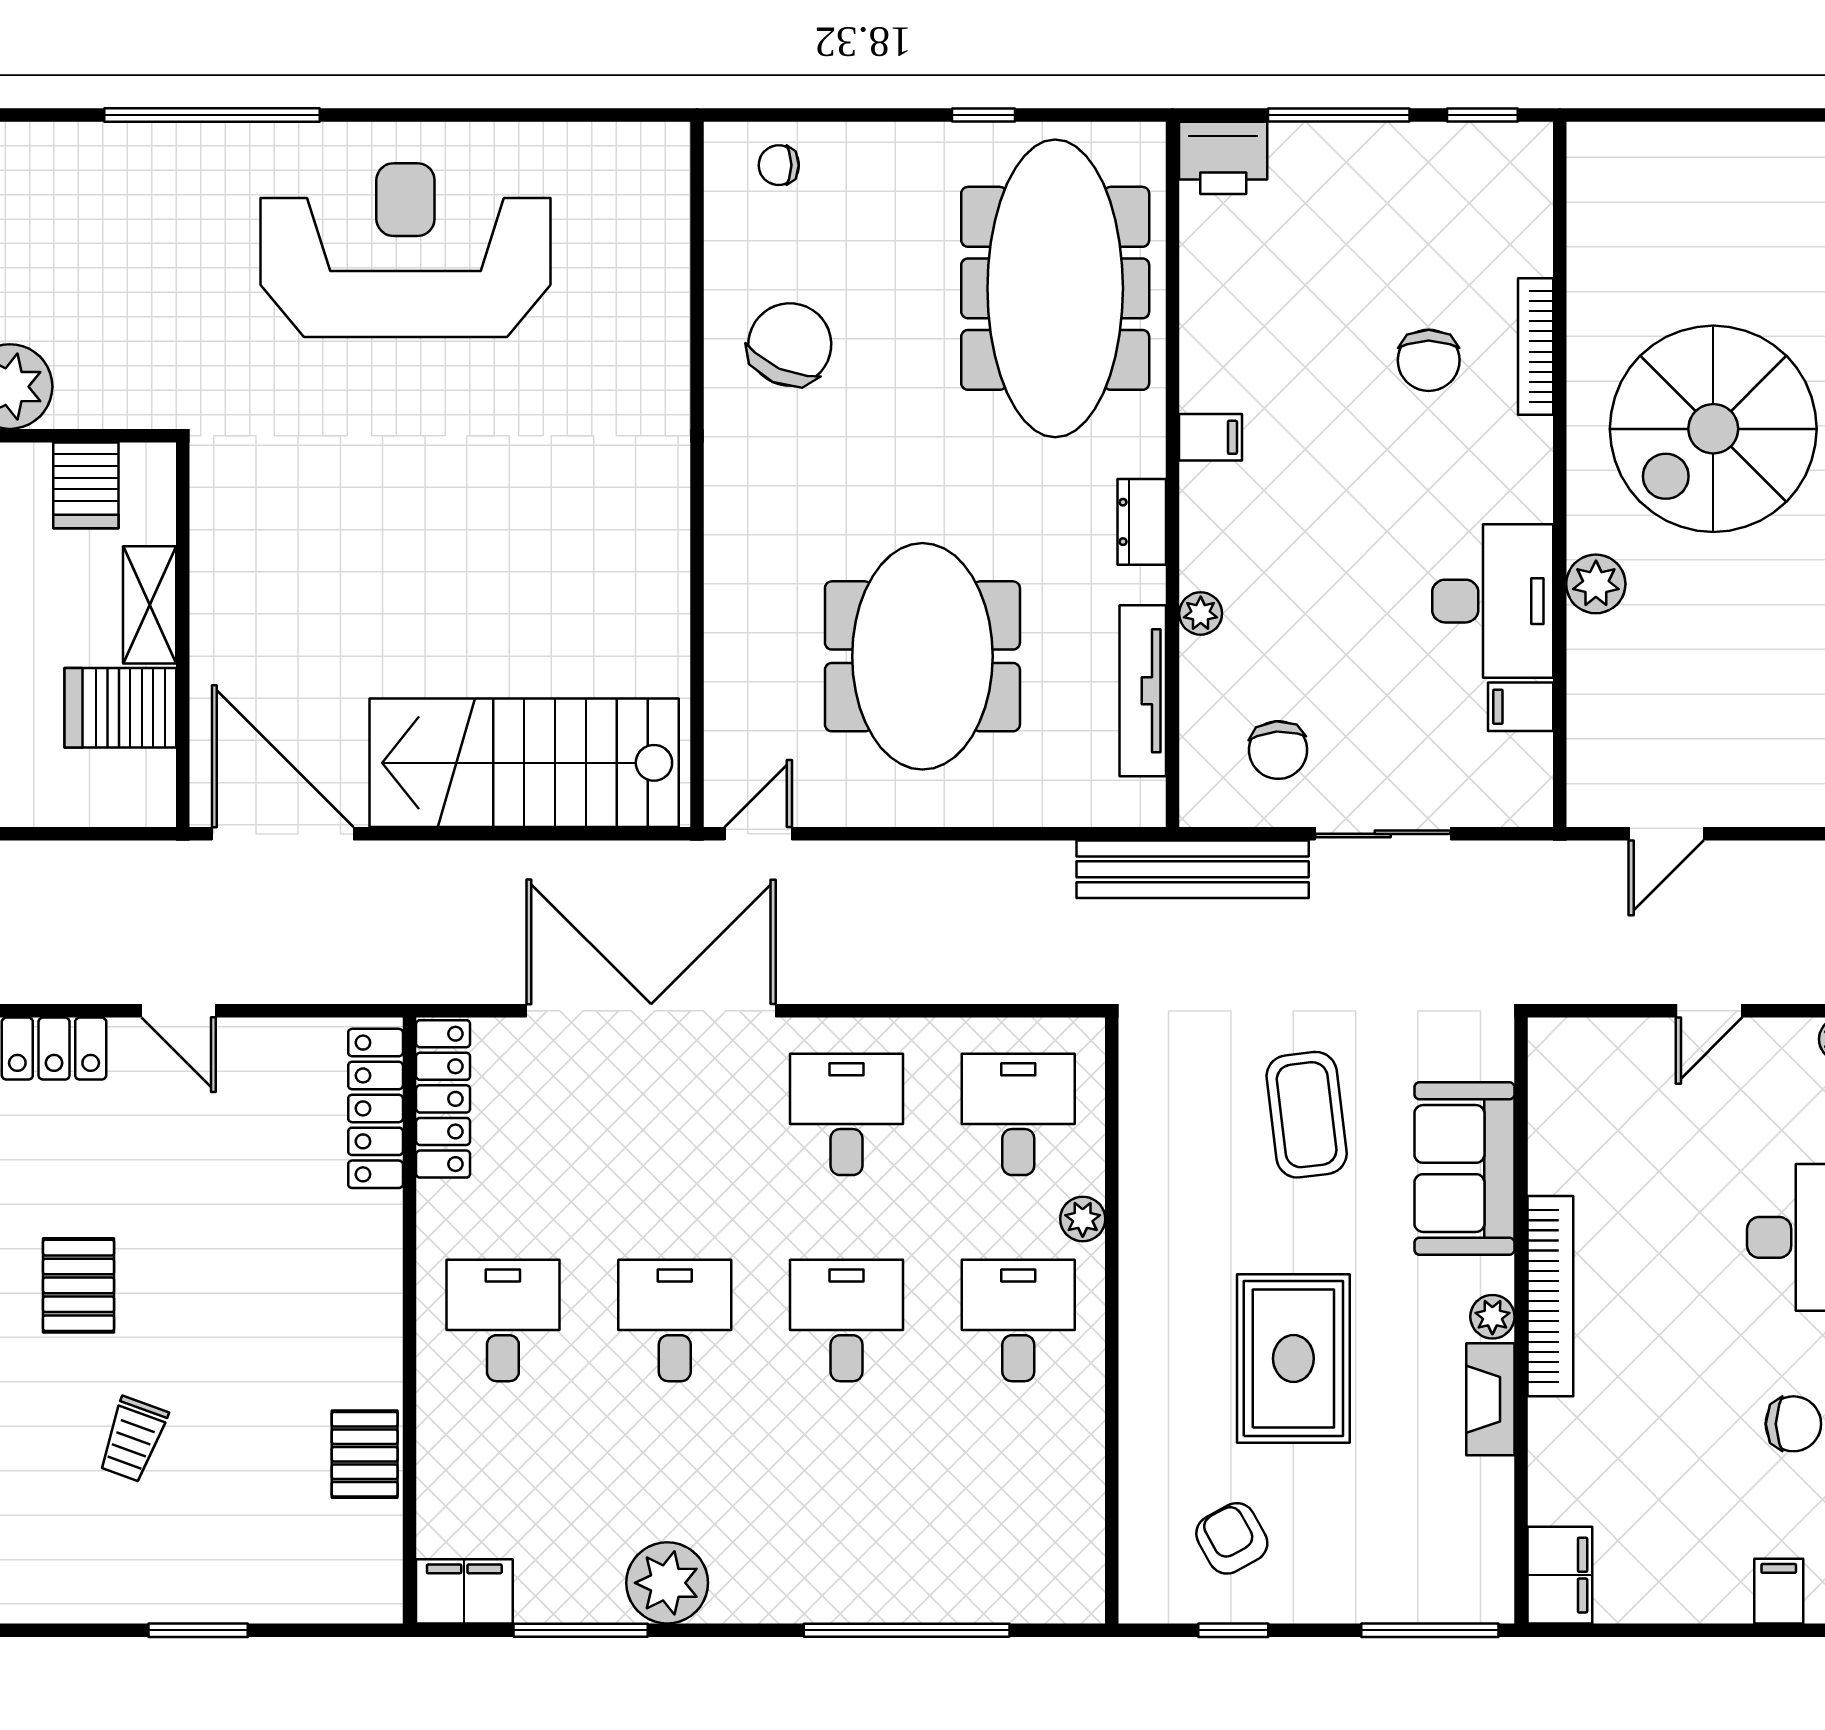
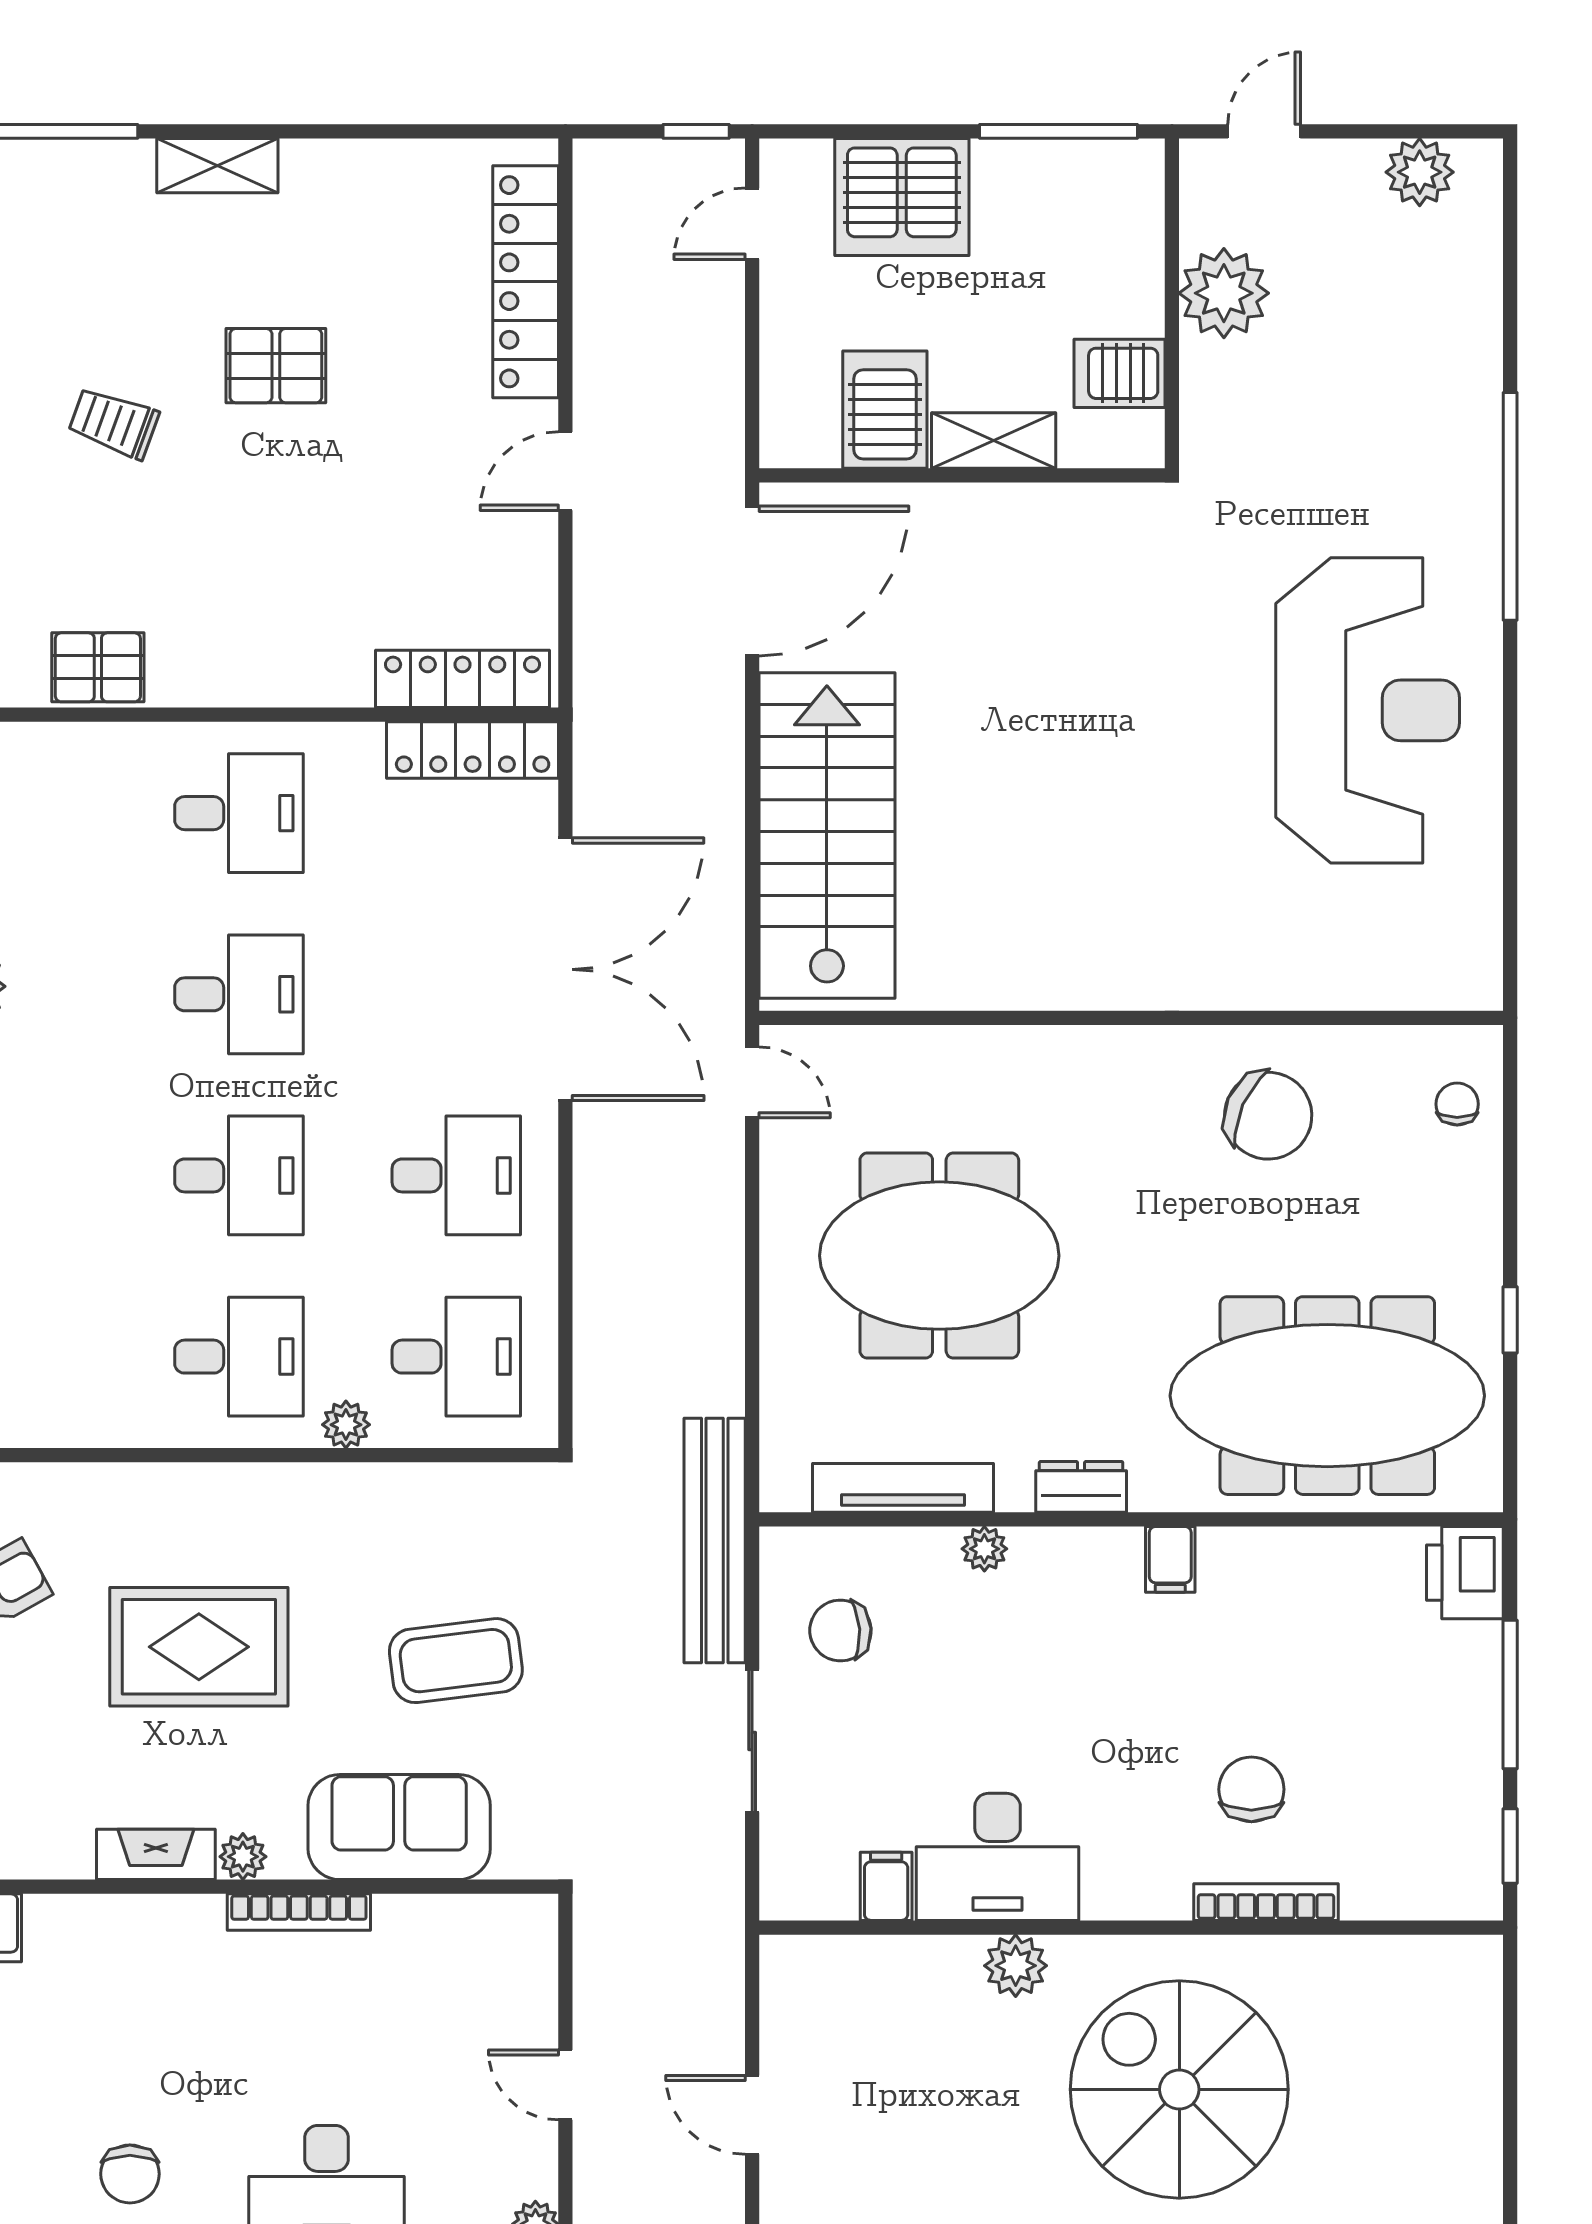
chair: (1429, 360) -> (1251, 1789), turned 90
door: (1666, 834) -> (752, 2115), moved
bookcase: (1550, 1296) -> (299, 1912), width x0.68, depth x0.76

